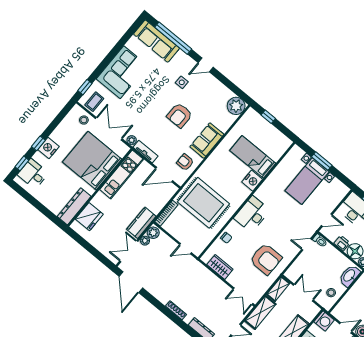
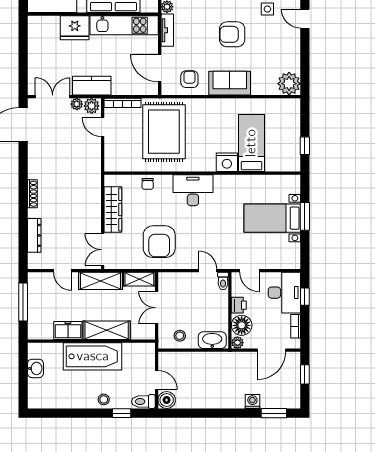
window: (268, 117) -> (305, 146), moved
fridge: (89, 217) -> (75, 28), moved
door: (185, 249) -> (103, 127), moved
wardrobe: (220, 267) -> (113, 210), width x1.50
double door: (303, 293) -> (157, 308), swing flipped
washing machine: (324, 321) -> (145, 352), removed

